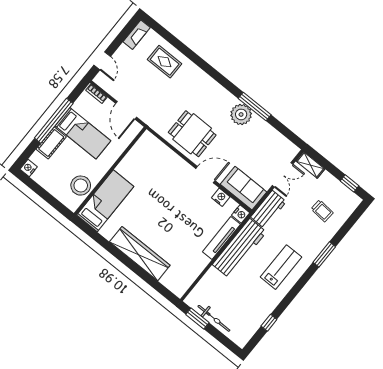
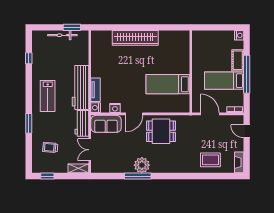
stool: (81, 186) -> (201, 50), removed
bed: (105, 201) -> (168, 84), moved, turned 90
tv unit: (221, 238) -> (96, 90), width x0.71

